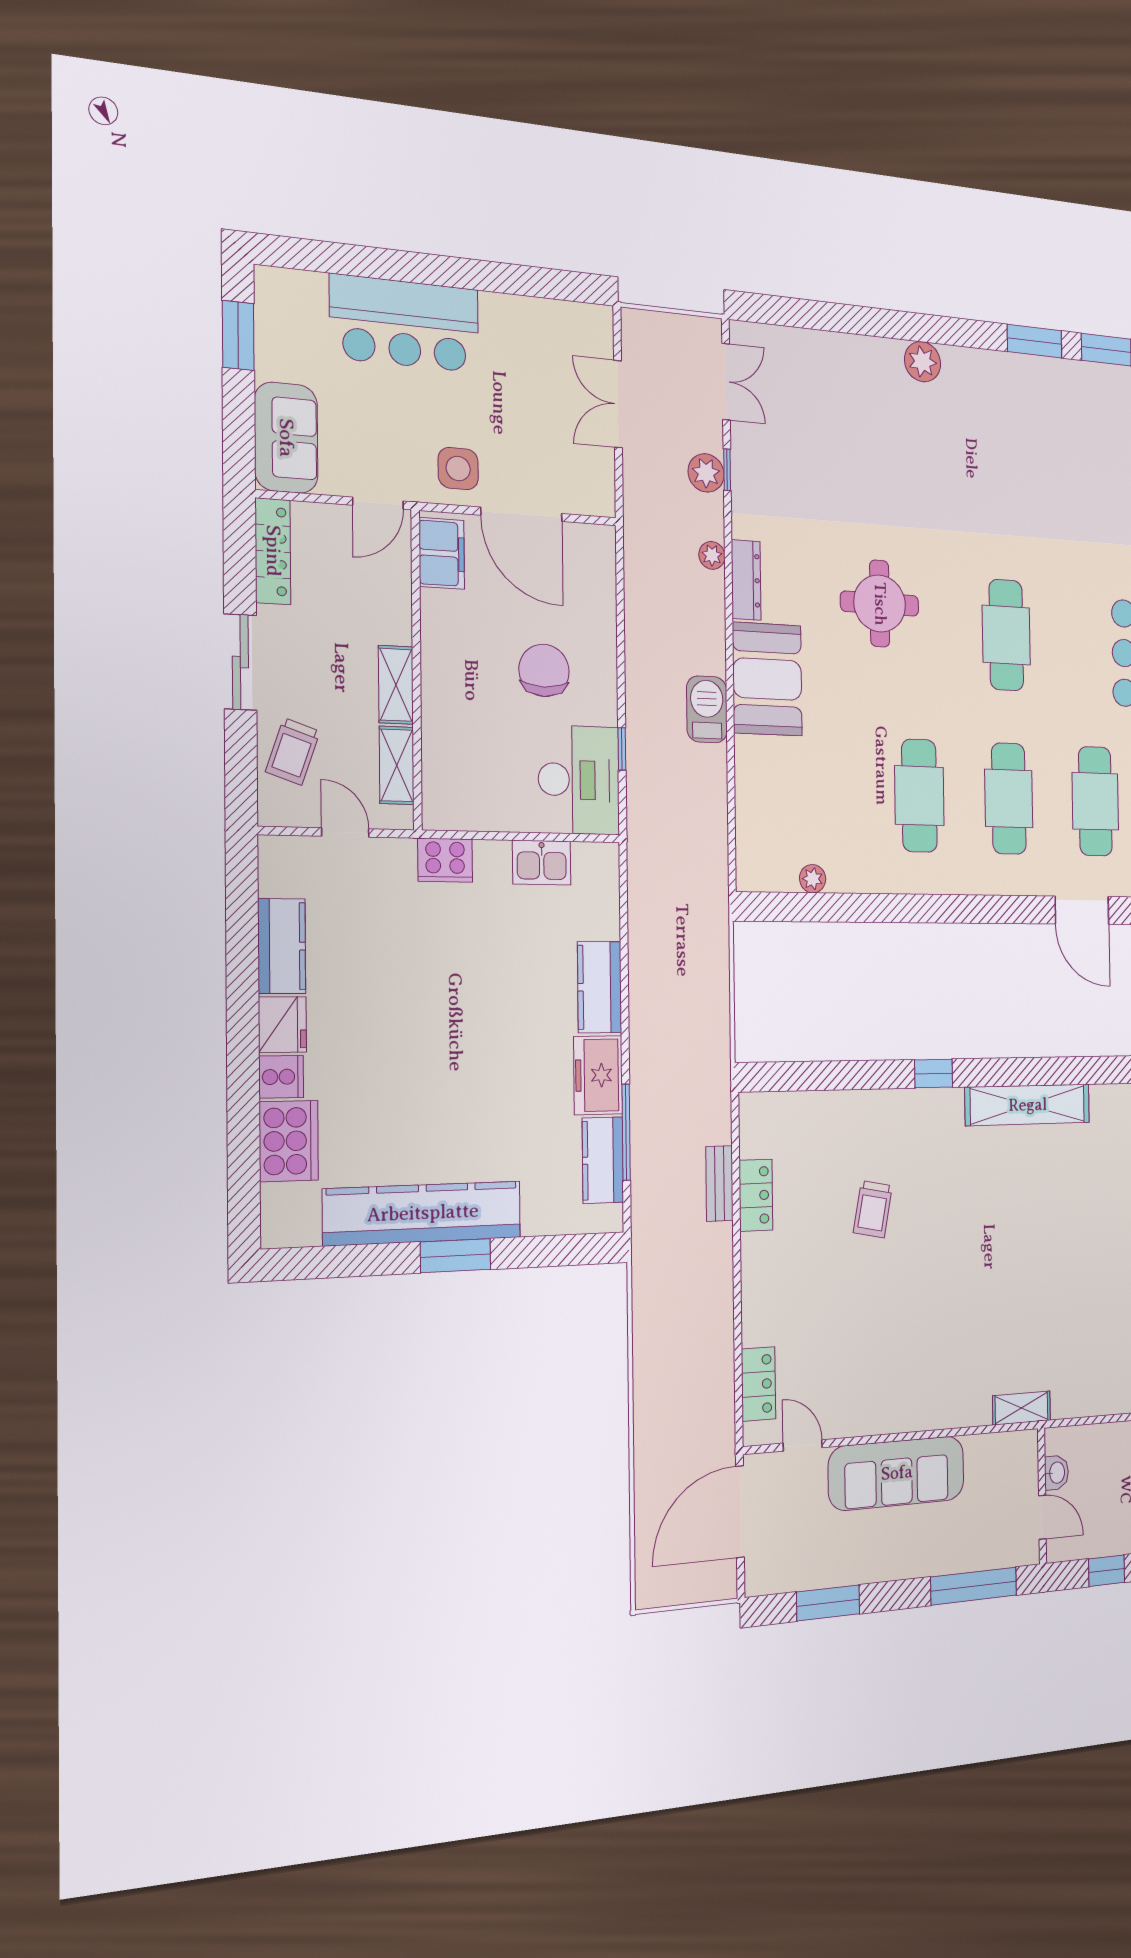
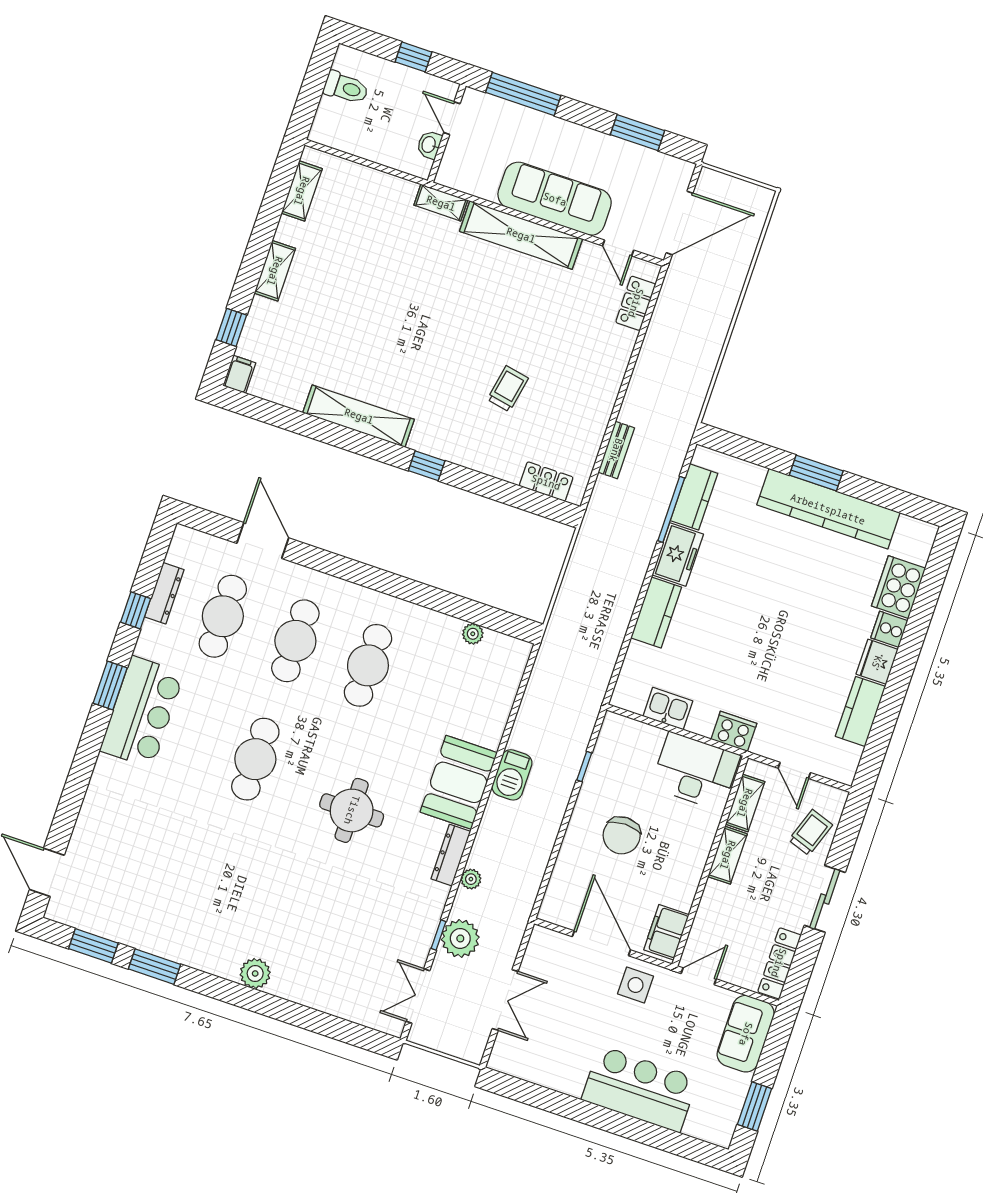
plant: (706, 473) -> (460, 938), width x1.36, depth x1.36
desk: (579, 780) -> (695, 771), moved, turned 90
locker: (756, 1195) -> (546, 482), moved, turned 90
shelving: (920, 1410) -> (521, 235), added

